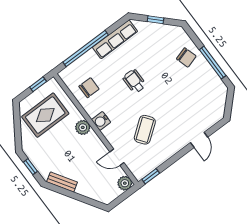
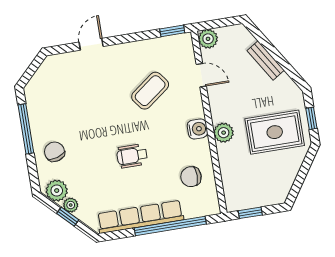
plant: (158, 28) -> (71, 205), added
plant: (172, 33) -> (57, 191), added
row of seats: (115, 39) -> (140, 217), width x1.36
wheelchair: (134, 81) -> (132, 156), turned 90
rug: (45, 115) -> (275, 132), moved
bench: (62, 182) -> (266, 60), moved

